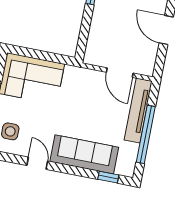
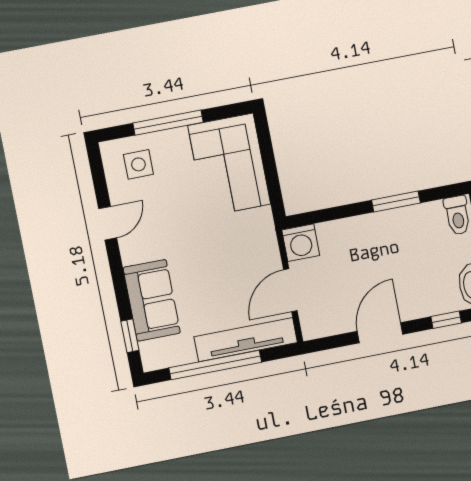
washing machine: (94, 55) -> (301, 243), added
sofa: (84, 154) -> (152, 300), width x0.73

